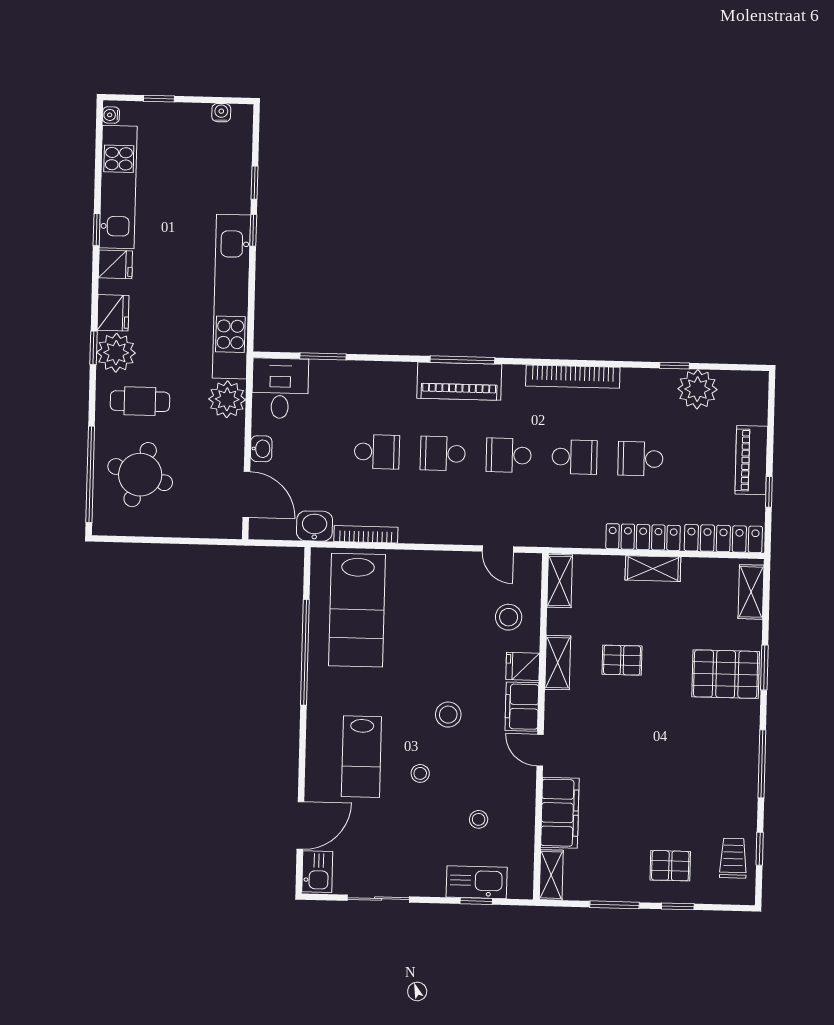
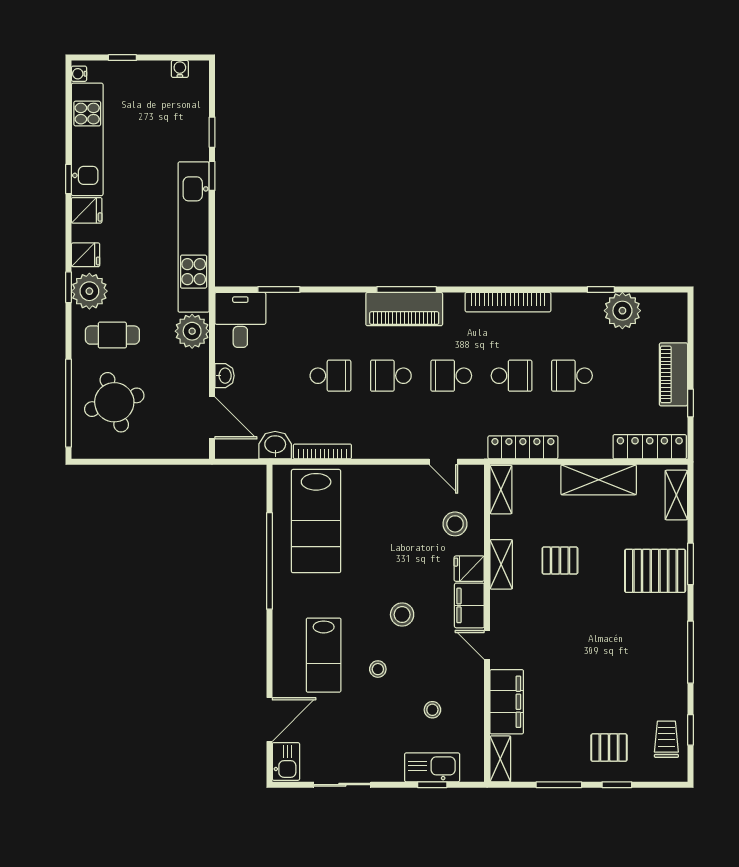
fridge: (113, 313) -> (86, 255), width x0.72
round table: (140, 475) -> (114, 402), turned -34
locker: (643, 537) -> (523, 447), moved
shelving: (653, 569) -> (599, 480), width x1.50, depth x1.33

